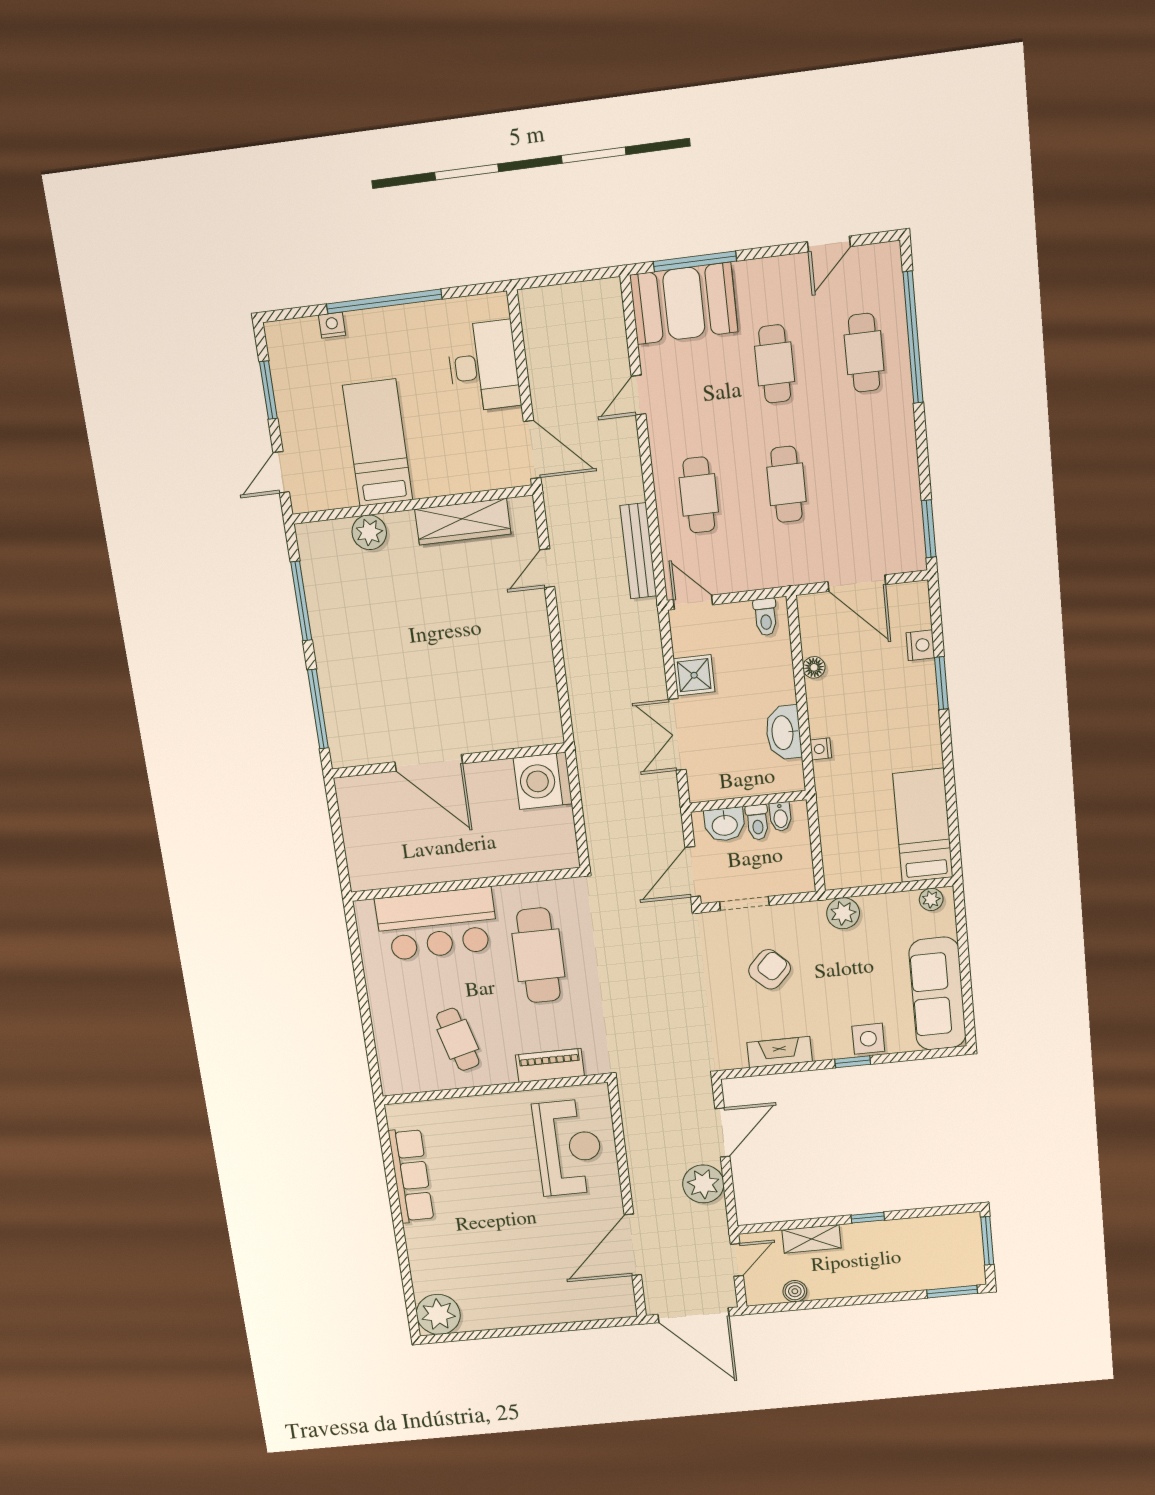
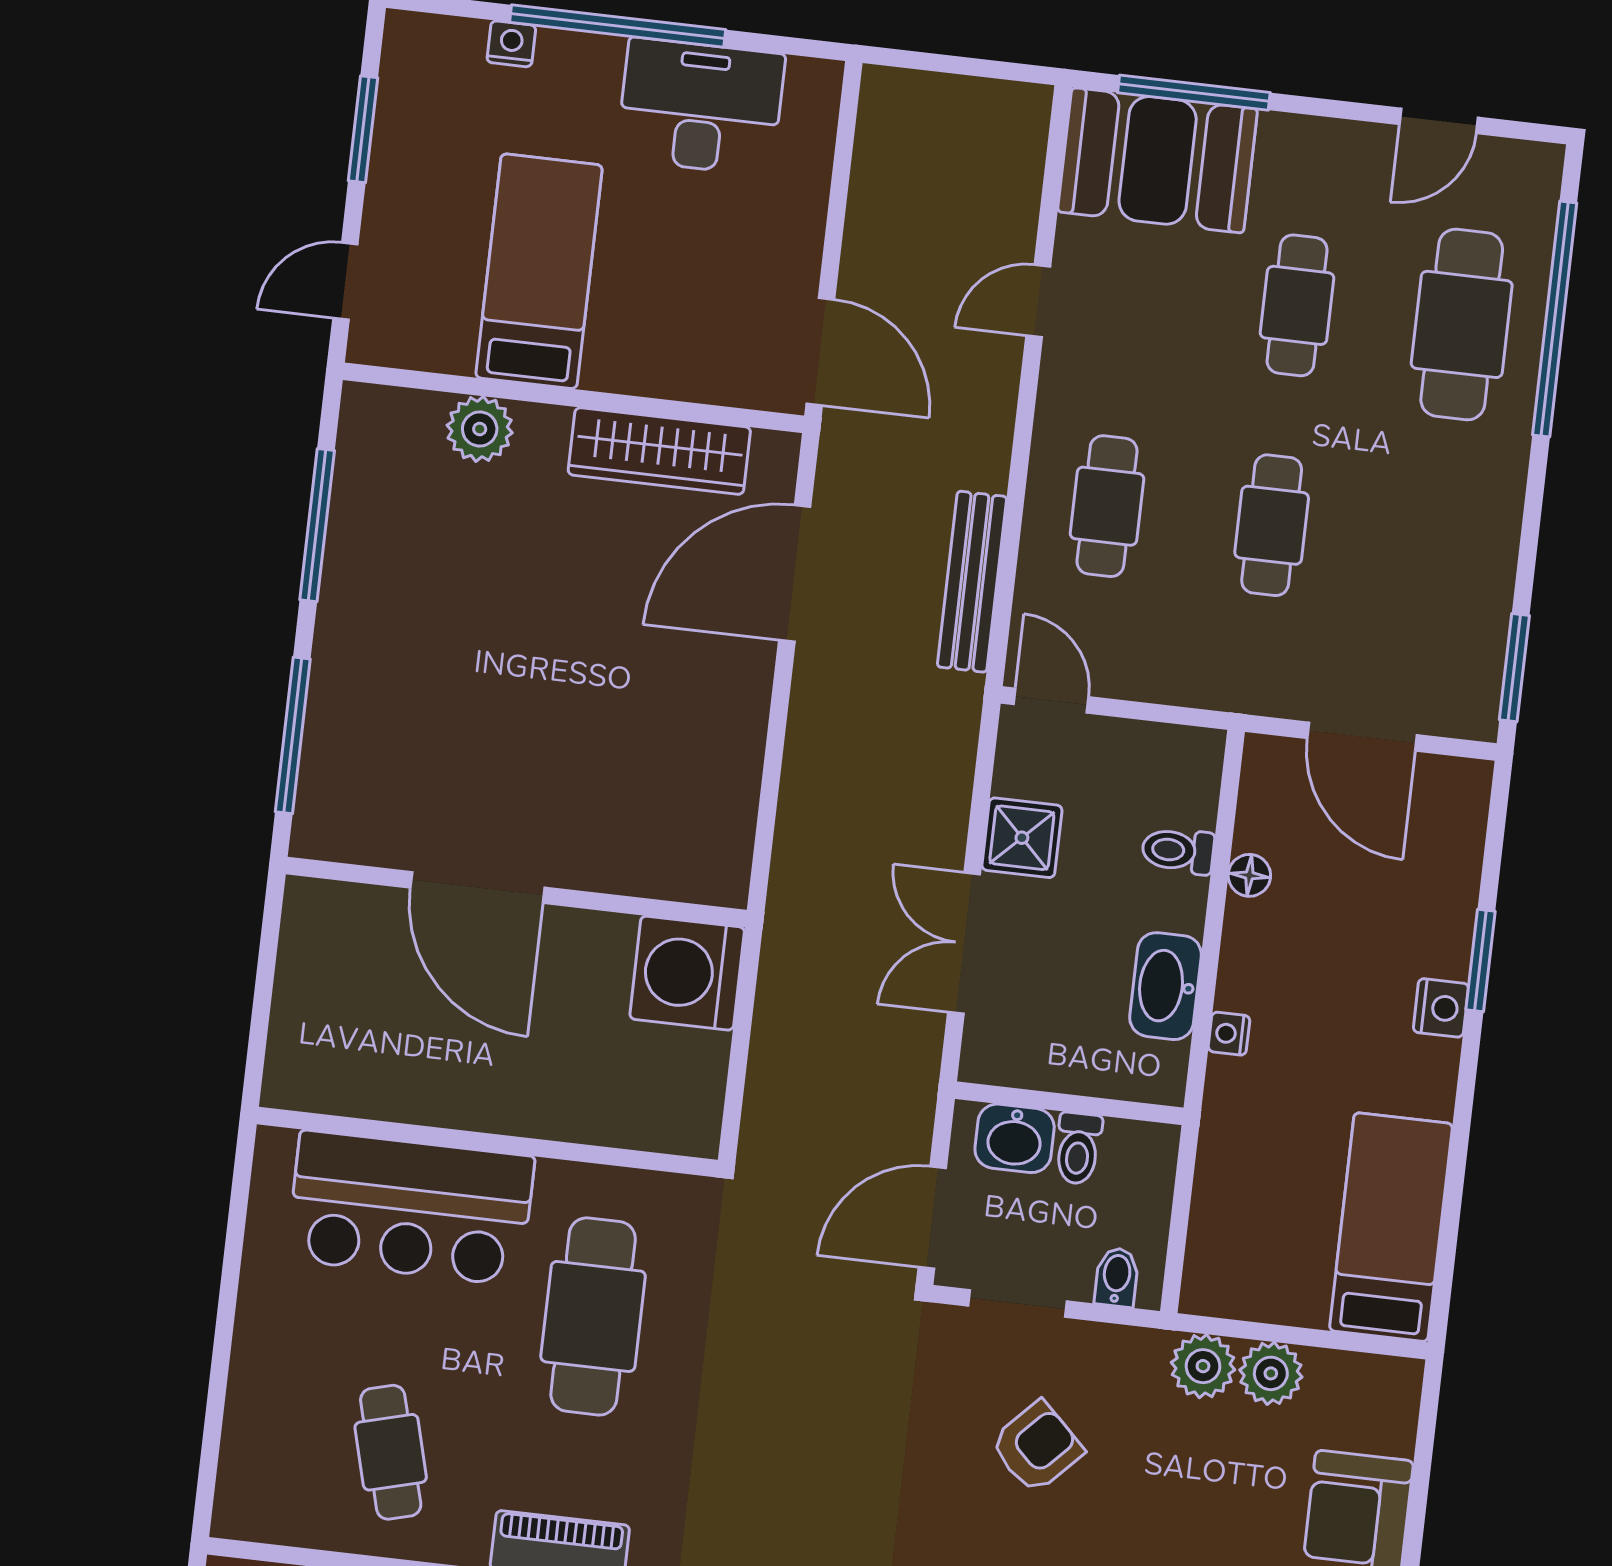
cafe table: (864, 353) -> (1462, 324), width x1.37, depth x1.35
desk: (484, 366) -> (701, 107), moved, turned -90
door: (547, 568) -> (795, 574), width x1.88
toilet: (766, 617) -> (1178, 851), moved, turned 90
nightstand: (920, 645) -> (1441, 1008), moved
bidet: (780, 817) -> (1117, 1277), moved, turned 180
plant: (931, 899) -> (1271, 1373), moved, width x1.38, depth x1.38

